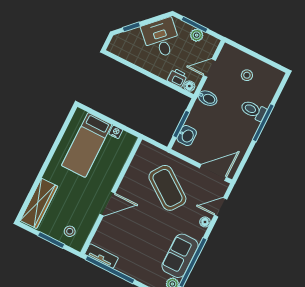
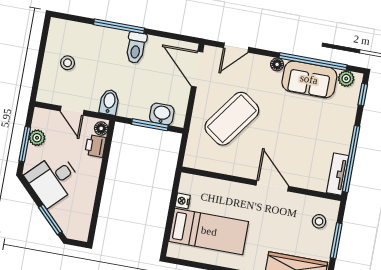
window: (131, 27) -> (50, 219), width x1.50
toilet: (253, 110) -> (136, 48), moved
door: (221, 207) -> (236, 48), hinge flipped
floor lamp: (205, 222) -> (277, 64), moved

